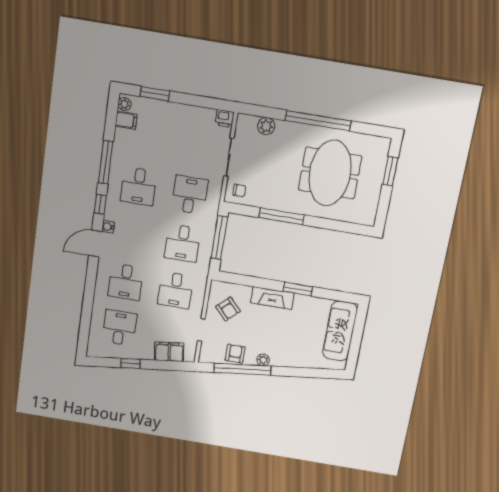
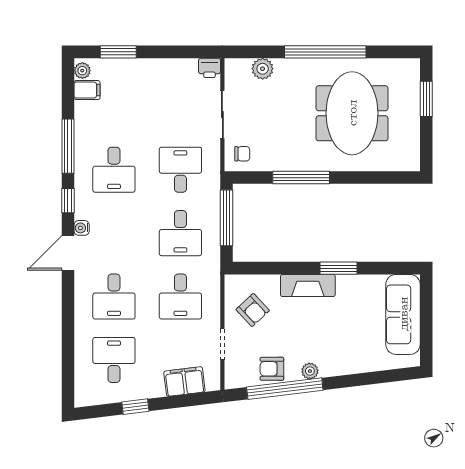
armchair: (235, 354) -> (272, 369), turned -90

